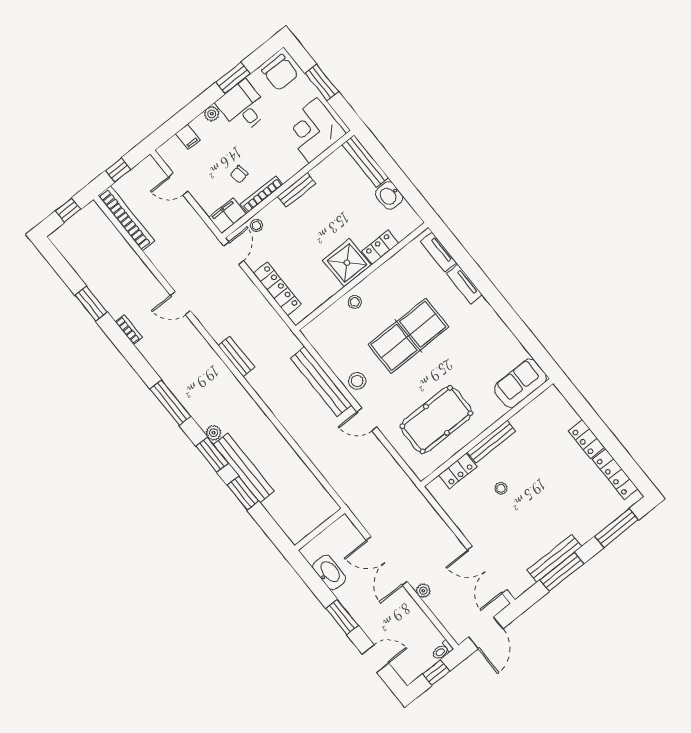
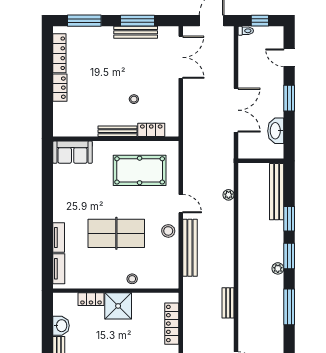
bench: (244, 468) -> (277, 192), moved
plant: (423, 591) -> (229, 195), moved

